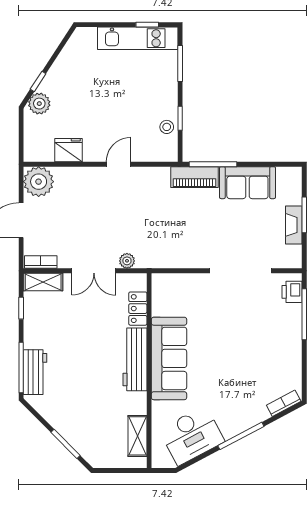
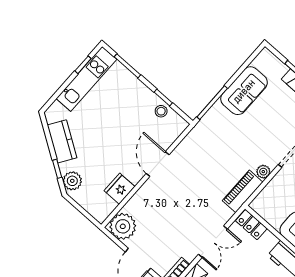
kitchen counter: (65, 65) -> (62, 141), added
door: (119, 164) -> (158, 164), width x1.38
piano: (195, 177) -> (243, 191), moved, turned 180
plant: (127, 261) -> (263, 172), moved
locker: (138, 309) -> (251, 225), moved

